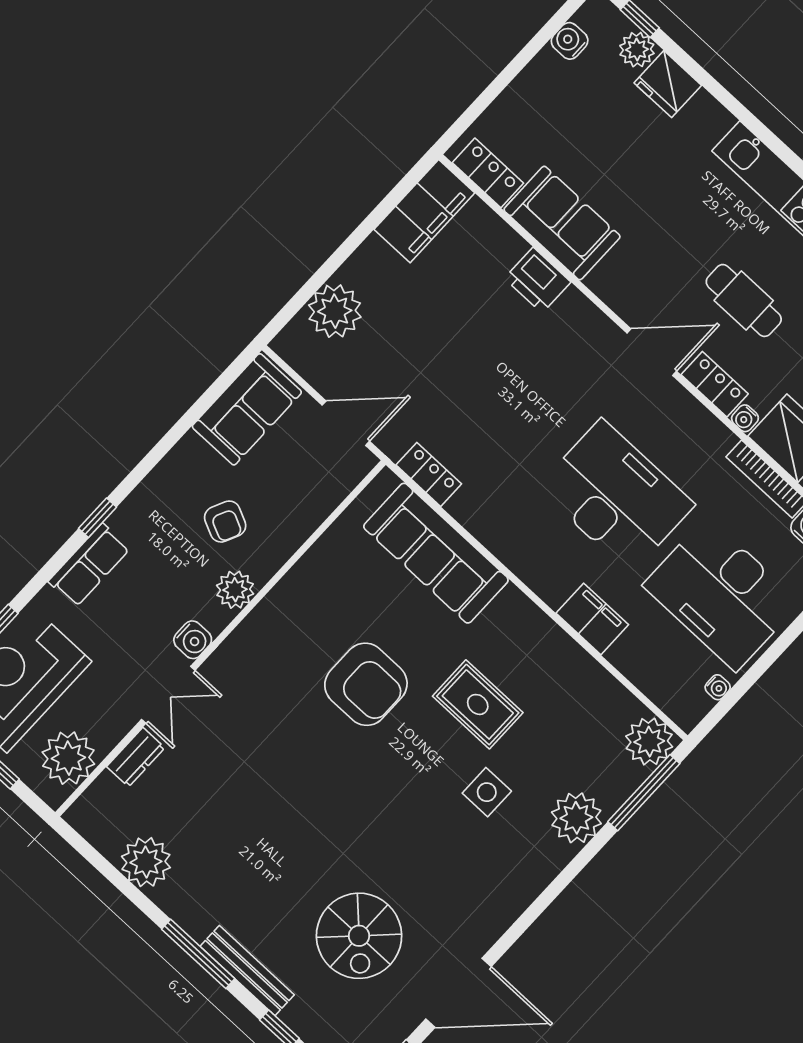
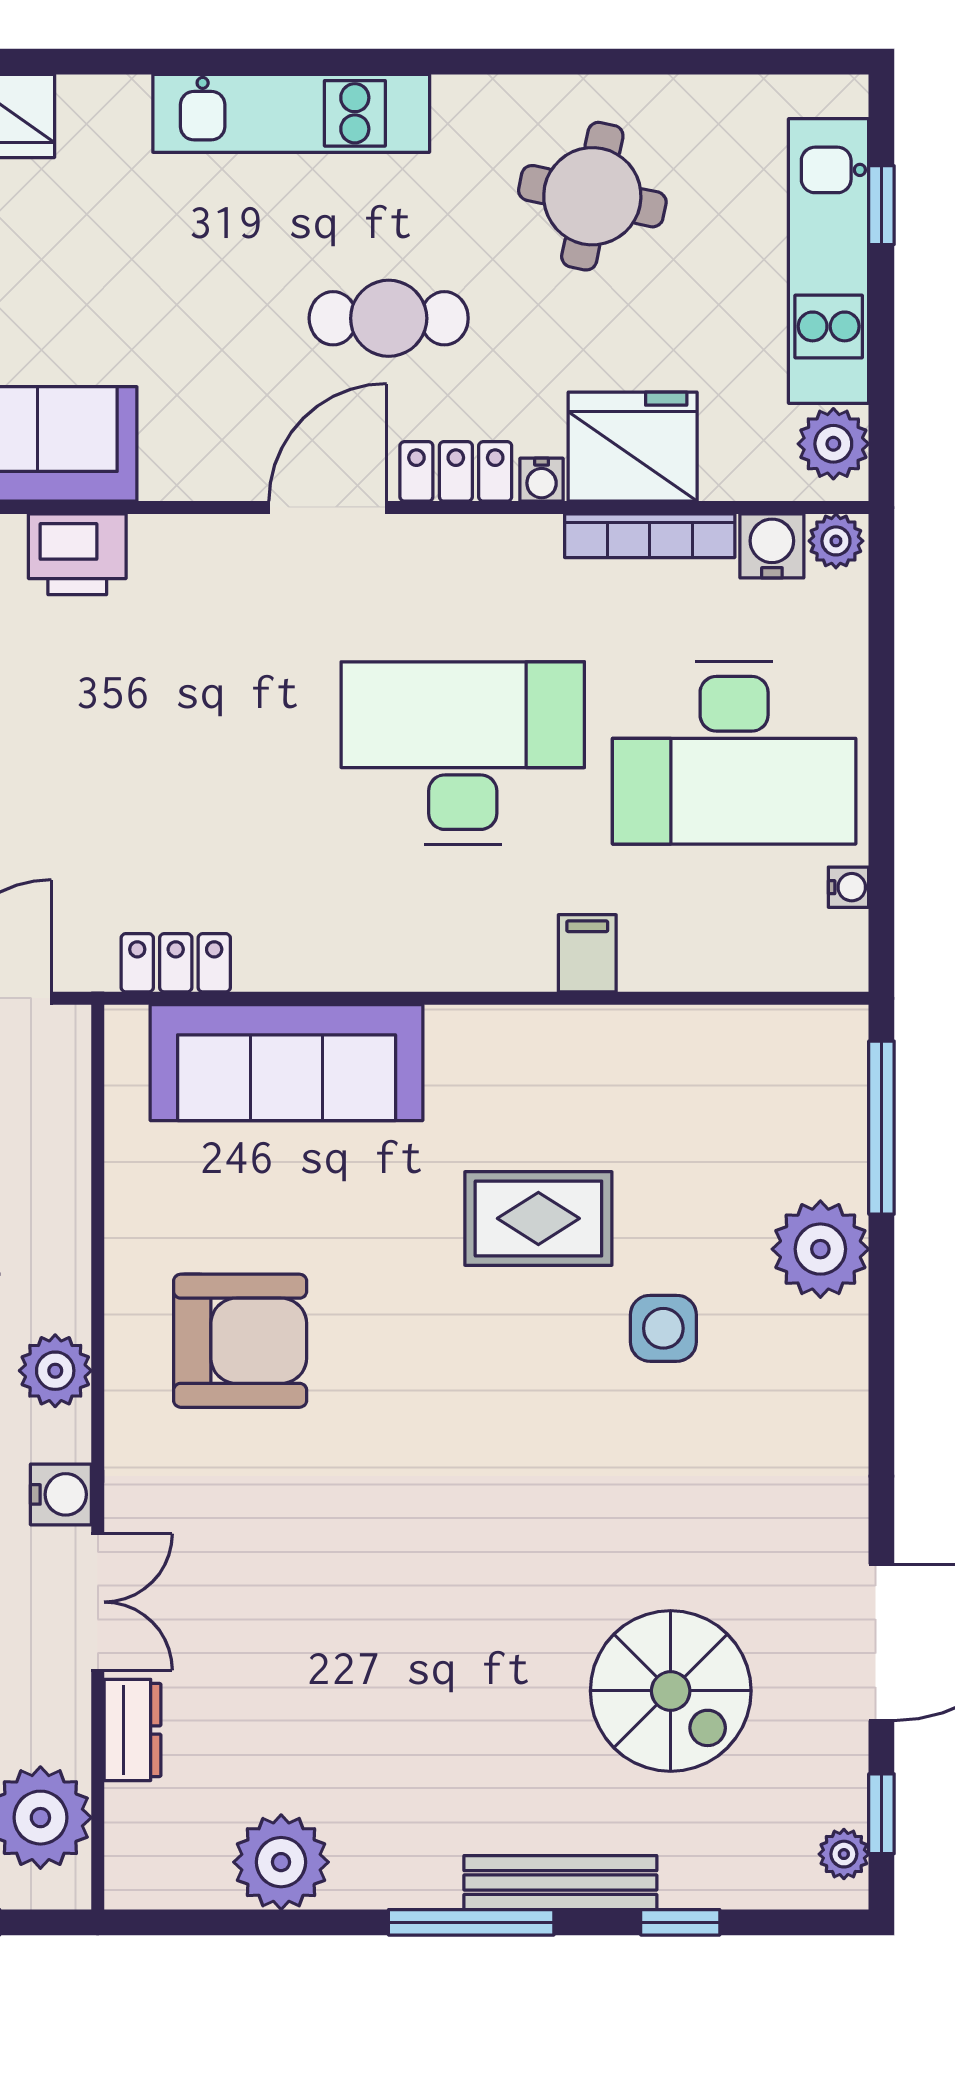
filing cabinet: (592, 619) -> (587, 953), width x0.50
armchair: (366, 684) -> (240, 1341), moved
plant: (649, 742) -> (823, 1050), removed

